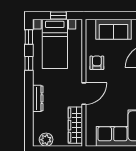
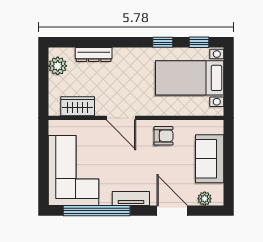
window: (58, 15) -> (229, 83), removed
dresser: (38, 98) -> (94, 54), moved
wardrobe: (75, 125) -> (78, 106), width x0.67

